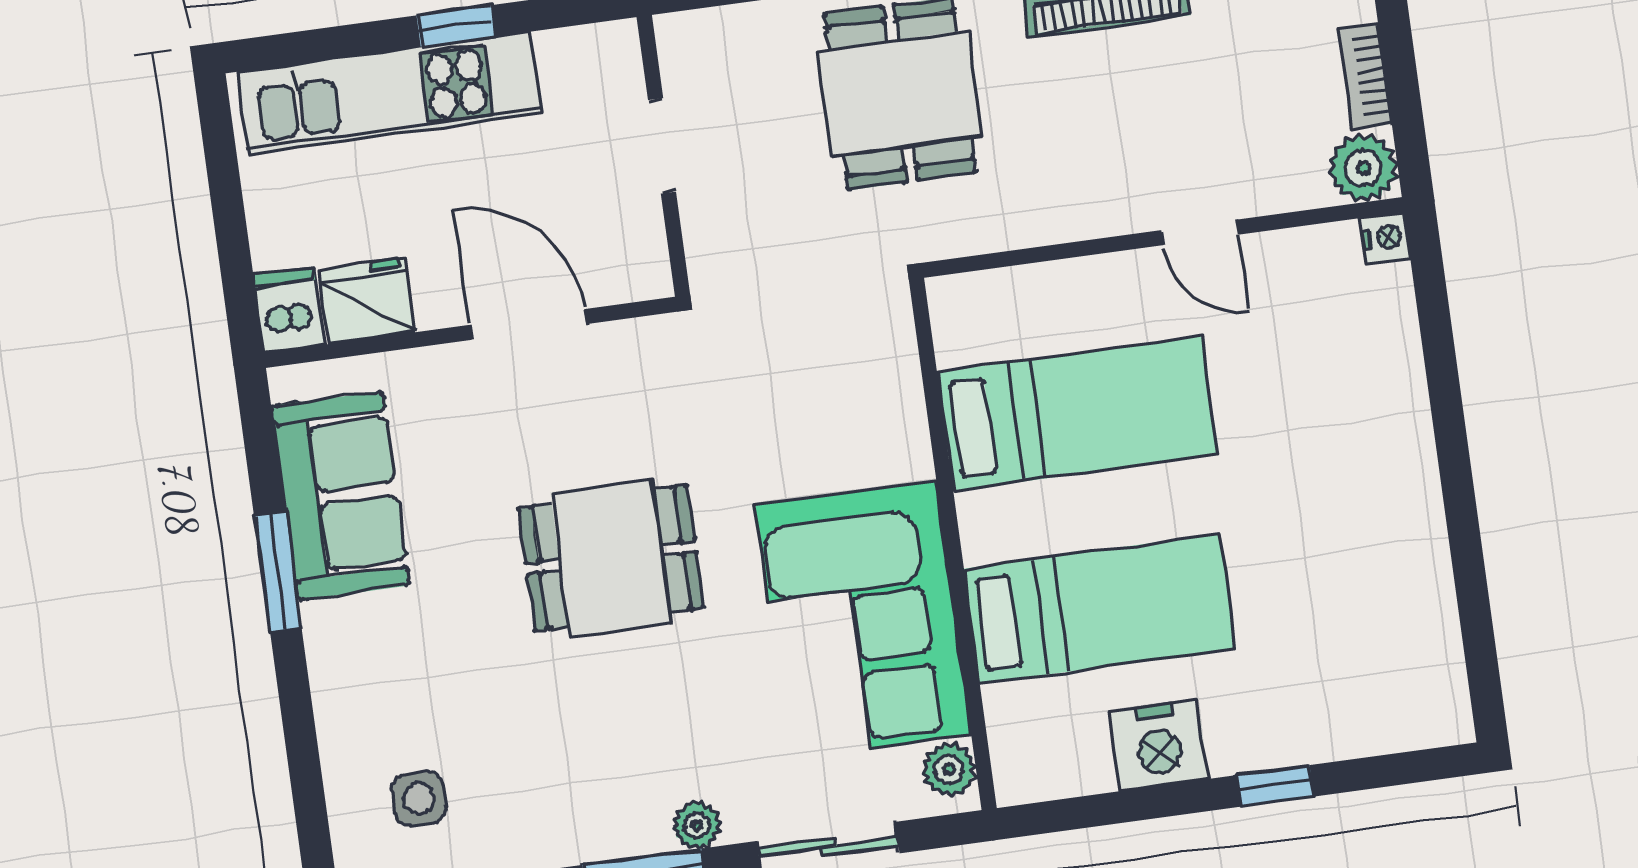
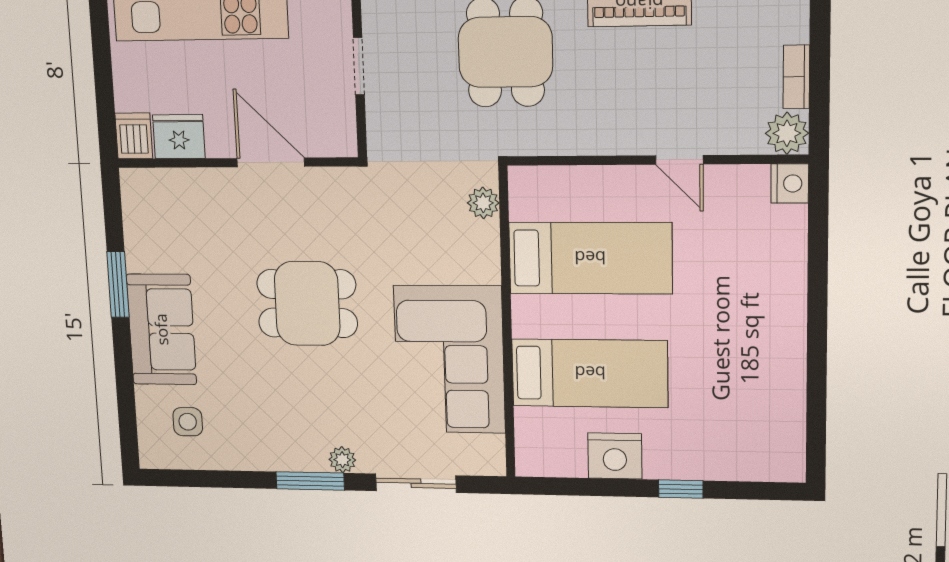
nightstand: (1386, 238) -> (790, 184), width x1.39, depth x1.35
sofa: (341, 496) -> (161, 329), moved
plant: (949, 769) -> (483, 203), moved

